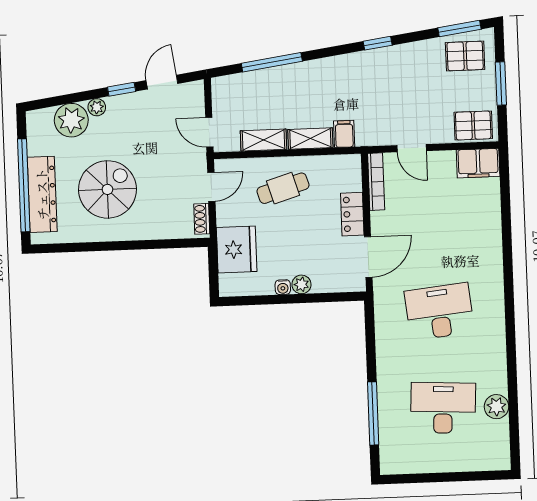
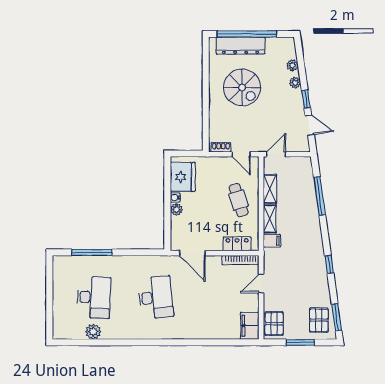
plant: (71, 120) -> (292, 65), width x0.53, depth x0.53
locker: (352, 214) -> (237, 244), moved
fridge: (237, 249) -> (183, 177), moved, turned -90

